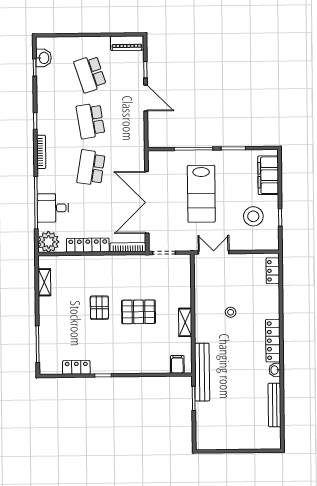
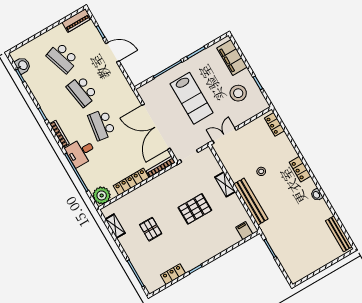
desk: (53, 208) -> (81, 152), moved
pallet: (99, 308) -> (151, 229), moved
shelving: (185, 322) -> (225, 184), moved
locker: (273, 341) -> (300, 169), width x0.66
bench: (202, 372) -> (251, 202), moved
bench: (275, 405) -> (339, 234), moved

